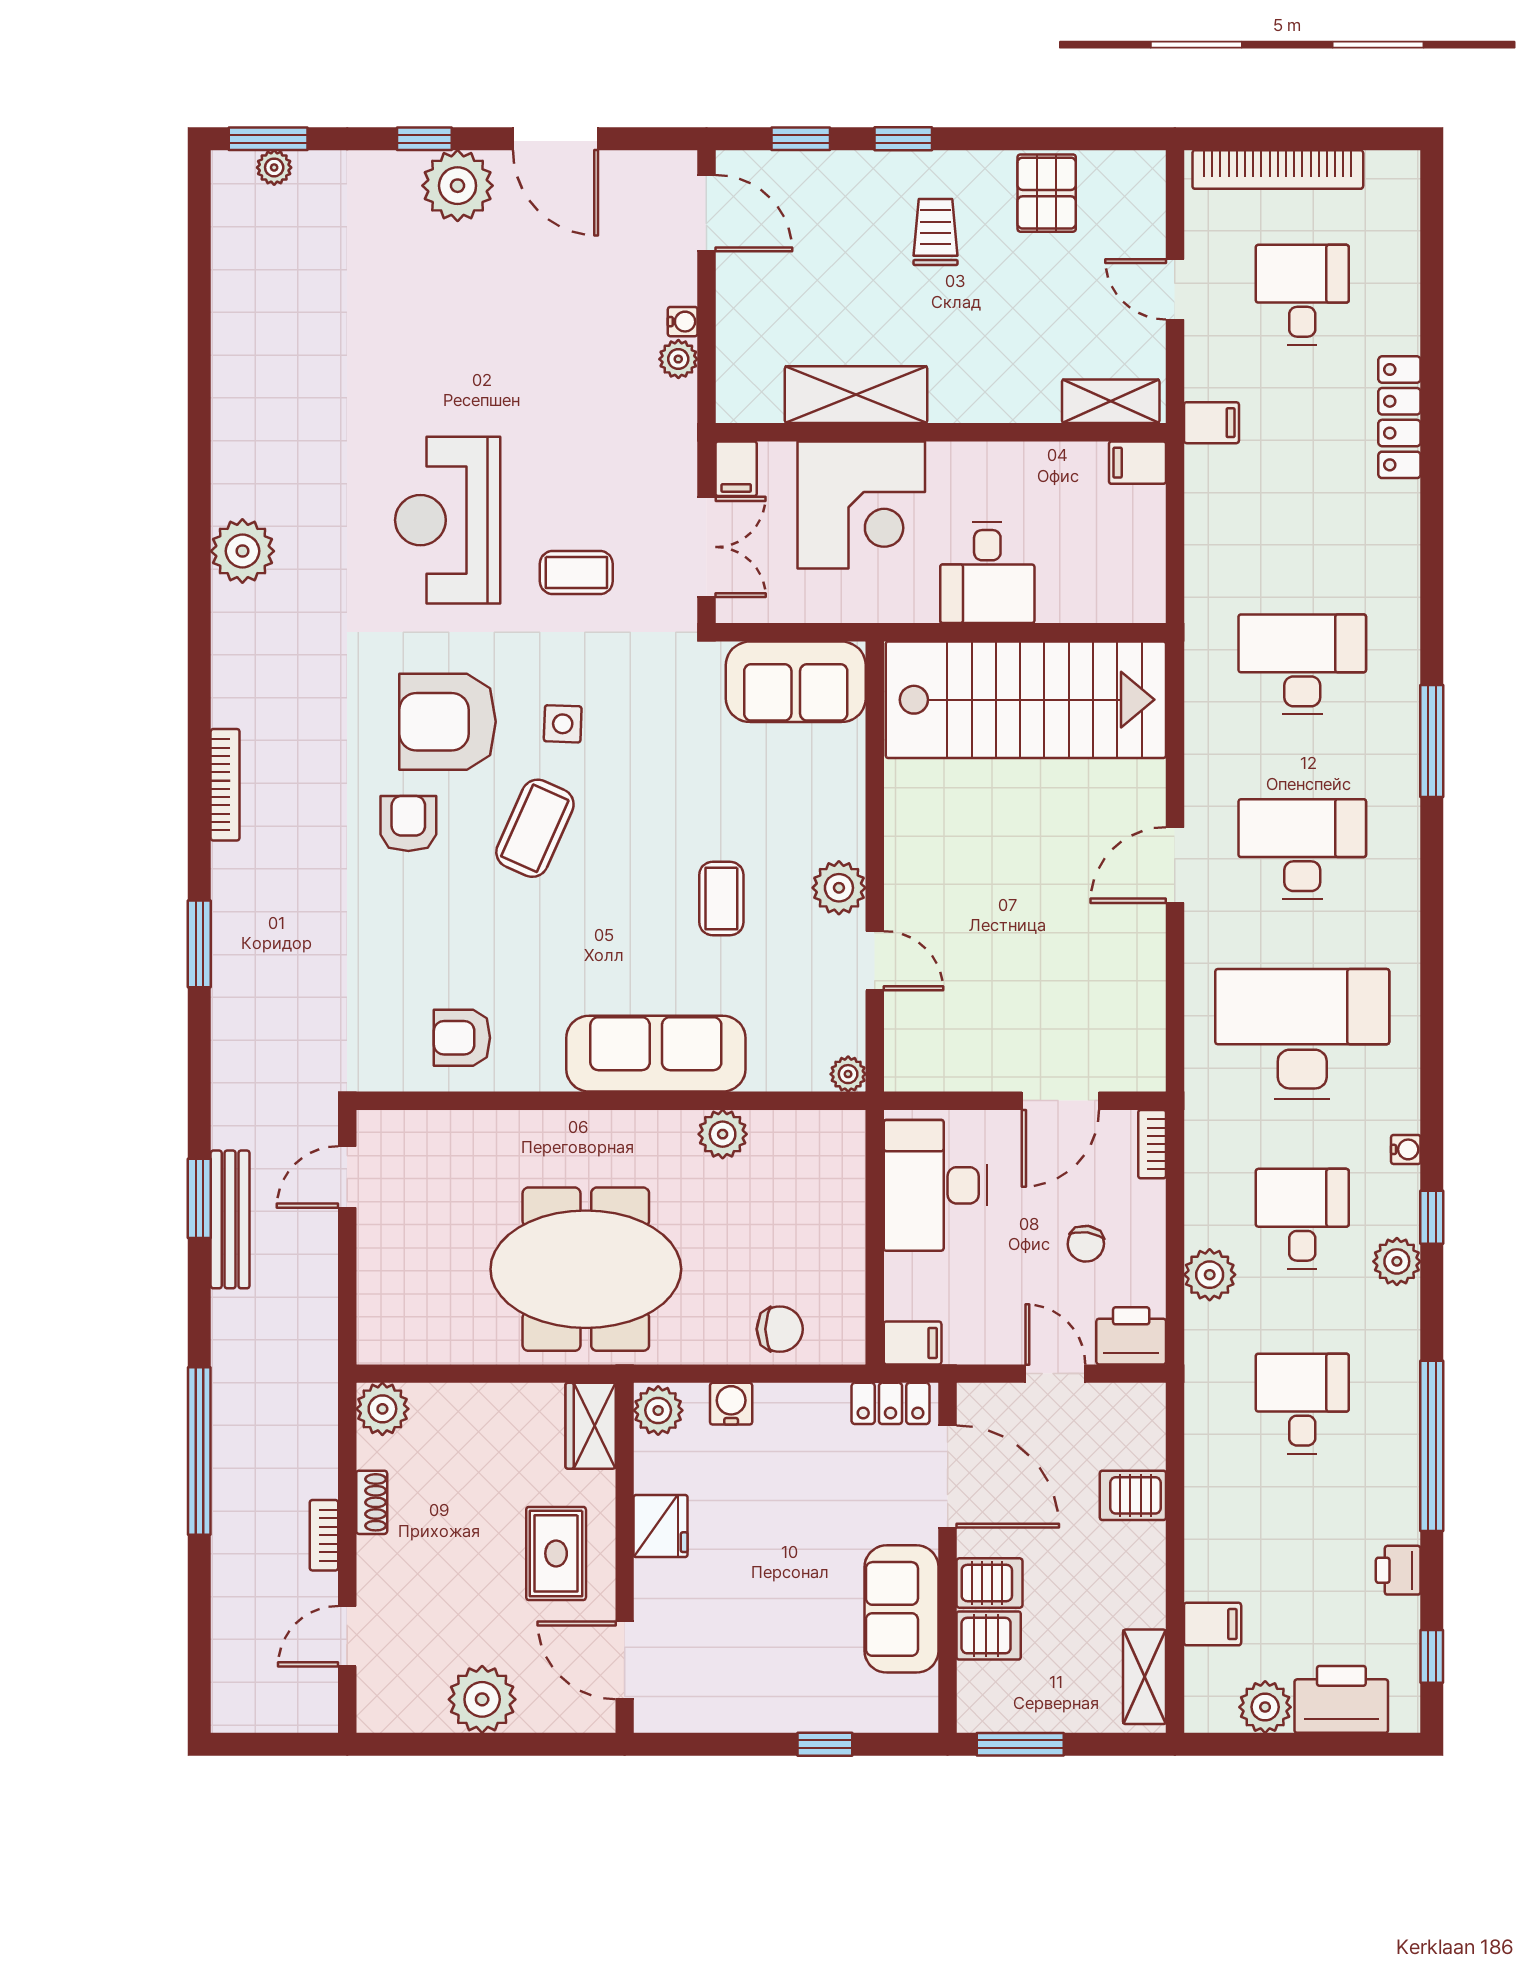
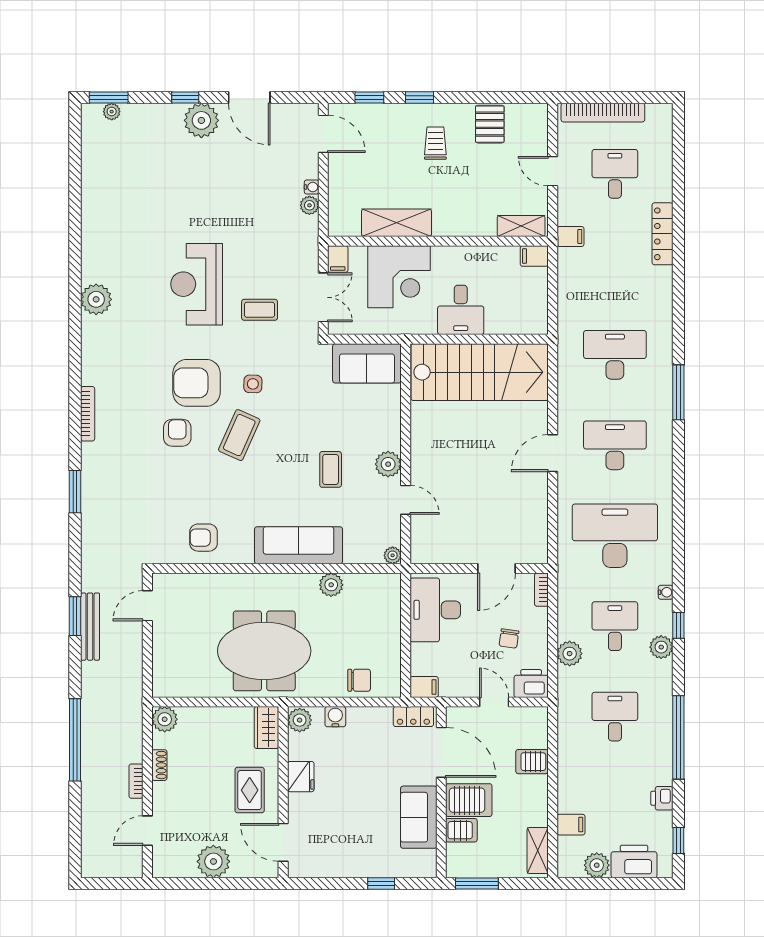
server rack: (989, 1583) -> (469, 800), width x1.36, depth x1.44

